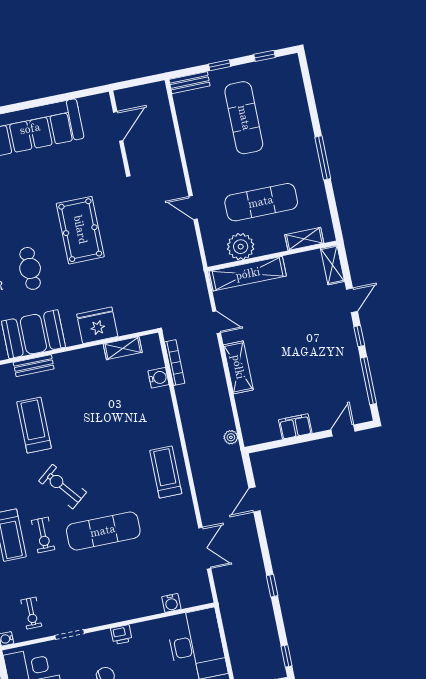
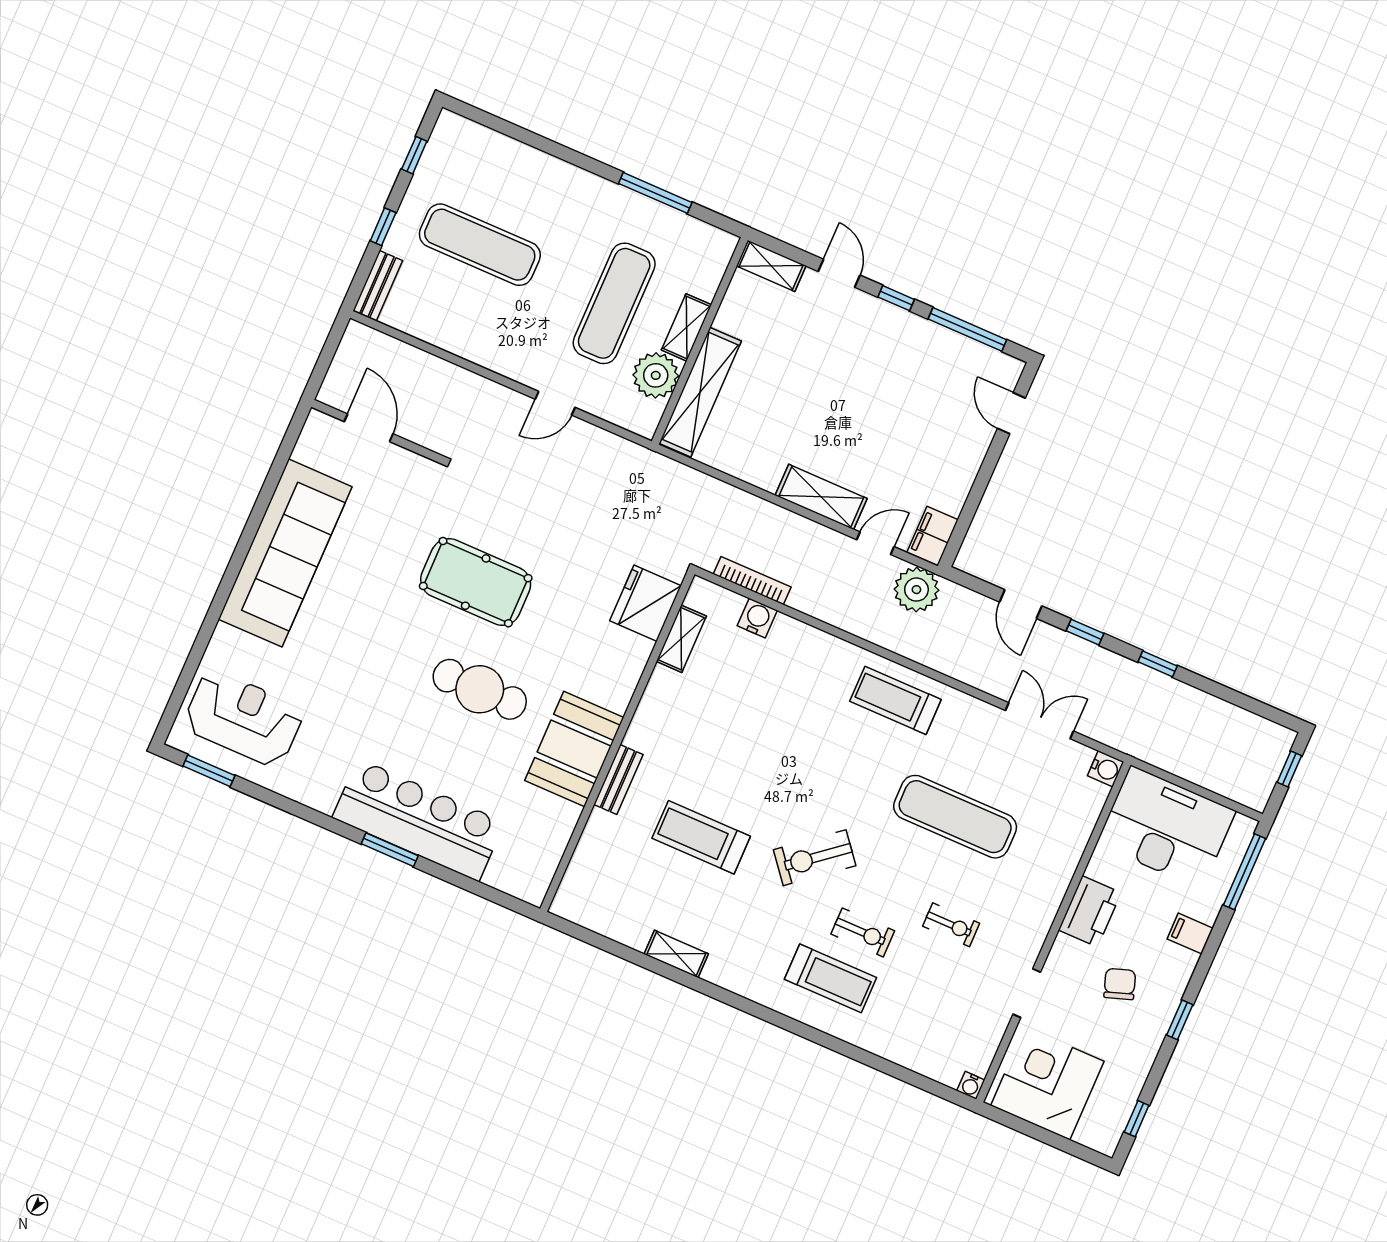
window: (323, 158) -> (655, 193), moved
shelving: (304, 239) -> (686, 327), moved
cafe table: (30, 268) -> (480, 689), width x1.37, depth x1.35
door: (217, 322) -> (875, 543), moved
fridge: (97, 325) -> (646, 603), moved
filing cabinet: (295, 426) -> (932, 536), moved
plant: (231, 437) -> (916, 590), width x1.88, depth x1.88
exercise mat: (103, 531) -> (955, 817), moved, turned 90
water cooler: (171, 603) -> (1106, 769), moved
exercise bike: (31, 613) -> (951, 925), moved
printer: (121, 635) -> (1090, 911), width x1.87, depth x1.48
window: (287, 656) -> (1085, 632), moved

